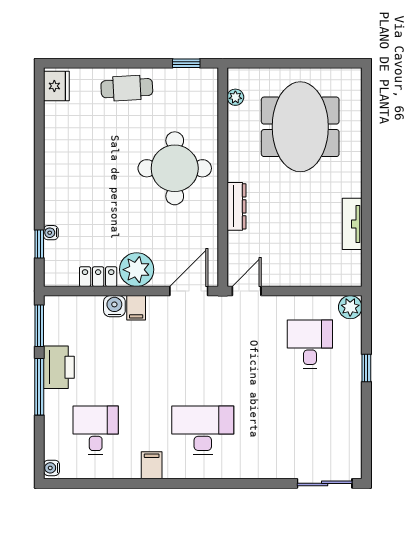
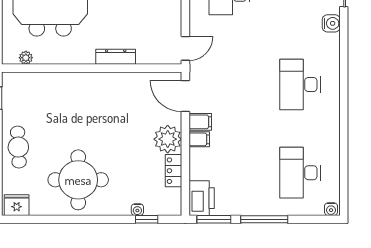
round table: (175, 168) -> (78, 180), moved
door: (247, 291) -> (185, 48), swing flipped
water cooler: (114, 306) -> (331, 23), moved, turned 180
printer: (59, 367) -> (202, 198), moved, turned 90
desk: (96, 430) -> (300, 173), width x1.37
filing cabinet: (152, 465) -> (200, 122), moved, turned 180

